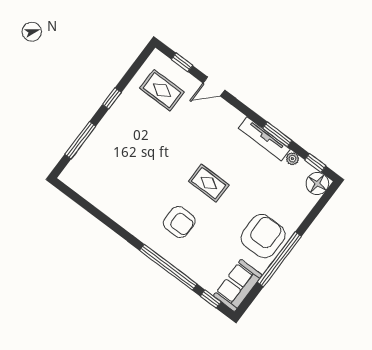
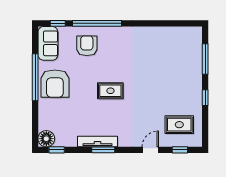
window: (277, 134) -> (103, 150), moved
plant: (292, 159) -> (72, 142), removed
armchair: (179, 222) -> (87, 46), moved, turned 90

